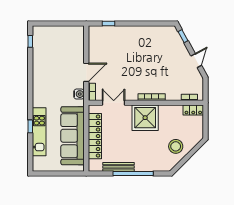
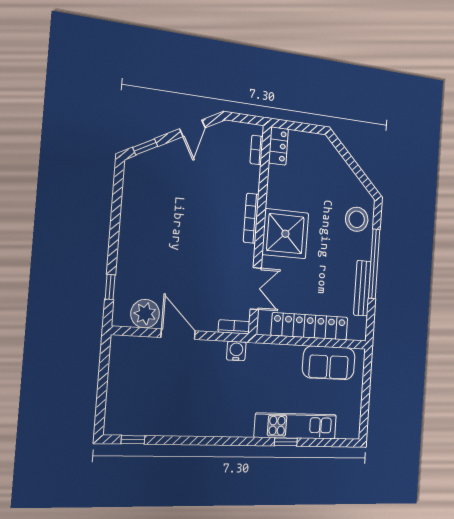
plant: (96, 43) -> (145, 314), added
door: (196, 61) -> (192, 128), swing flipped
door: (86, 72) -> (178, 334), moved
double door: (114, 103) -> (256, 289), swing flipped
sofa: (73, 136) -> (329, 363), width x0.54, depth x0.79
stool: (176, 146) -> (357, 219), moved

